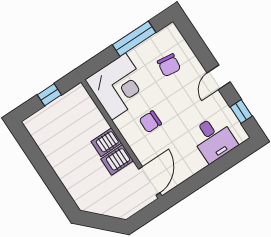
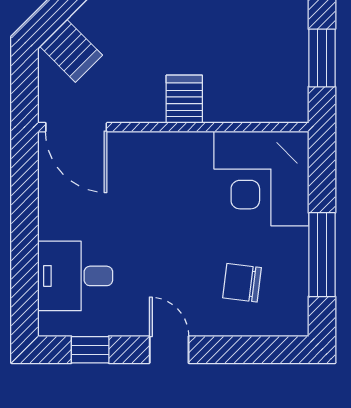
window: (49, 95) -> (322, 58), width x1.50
chair: (150, 122) -> (171, 192), removed
server rack: (117, 160) -> (71, 51), moved, turned 135

